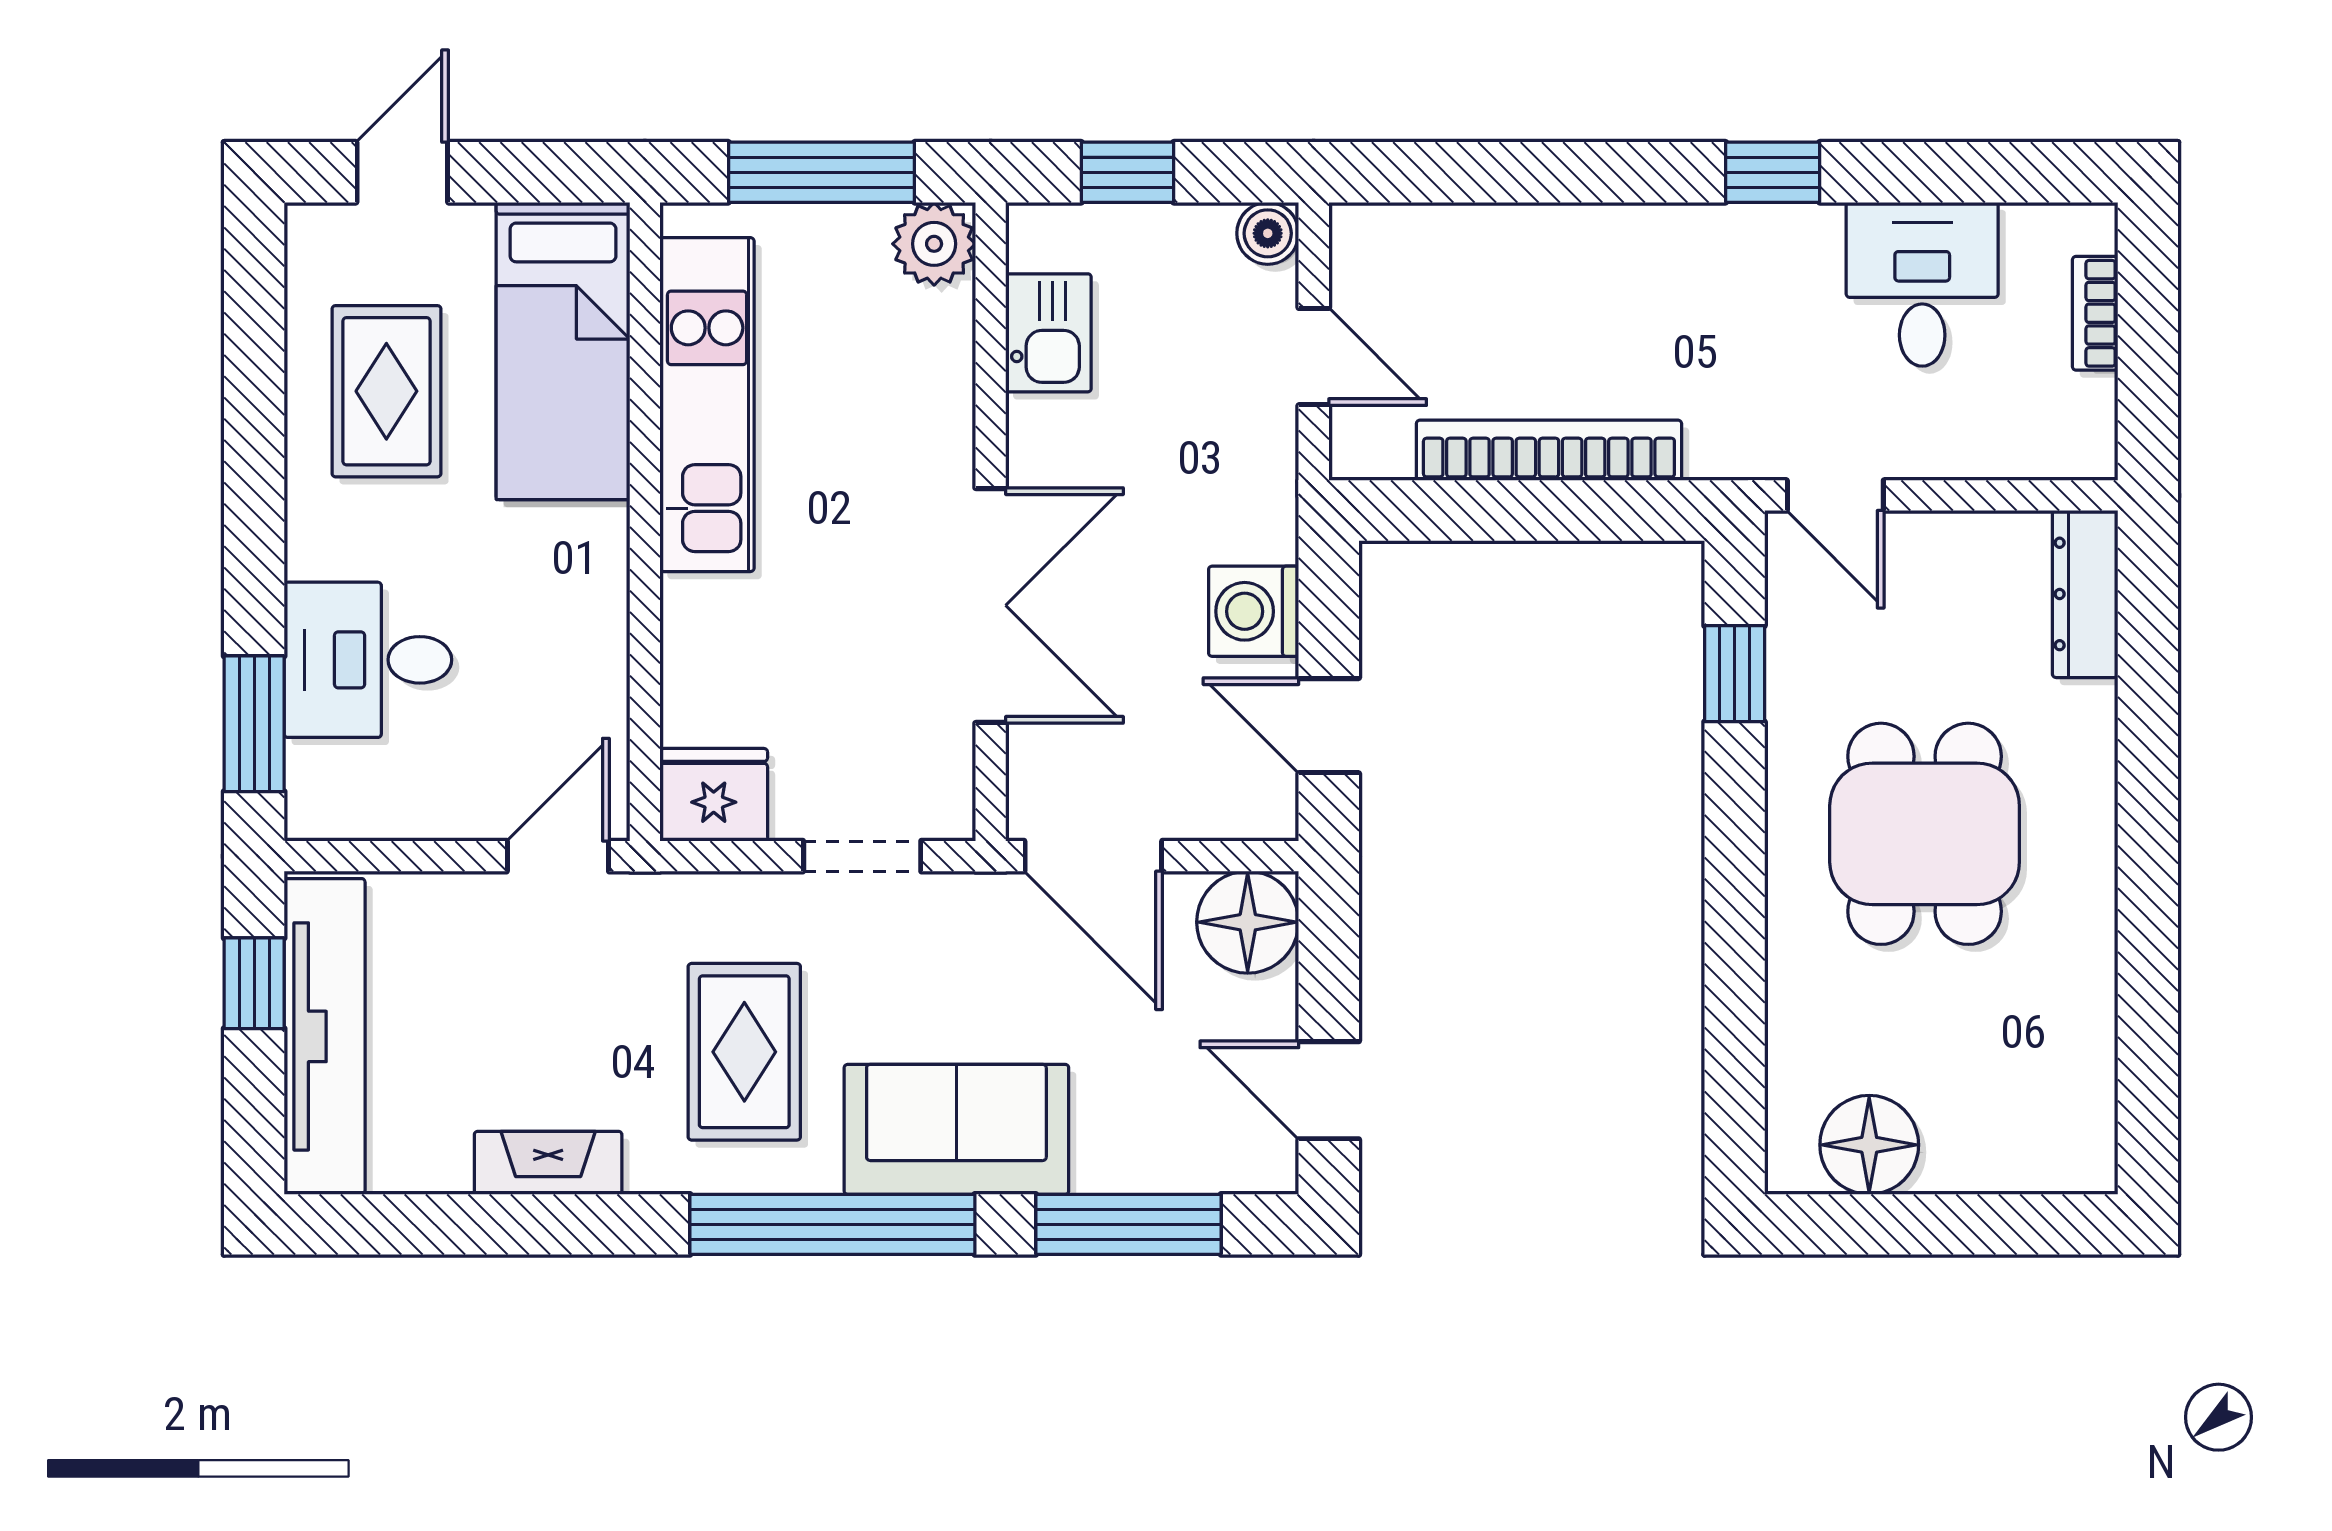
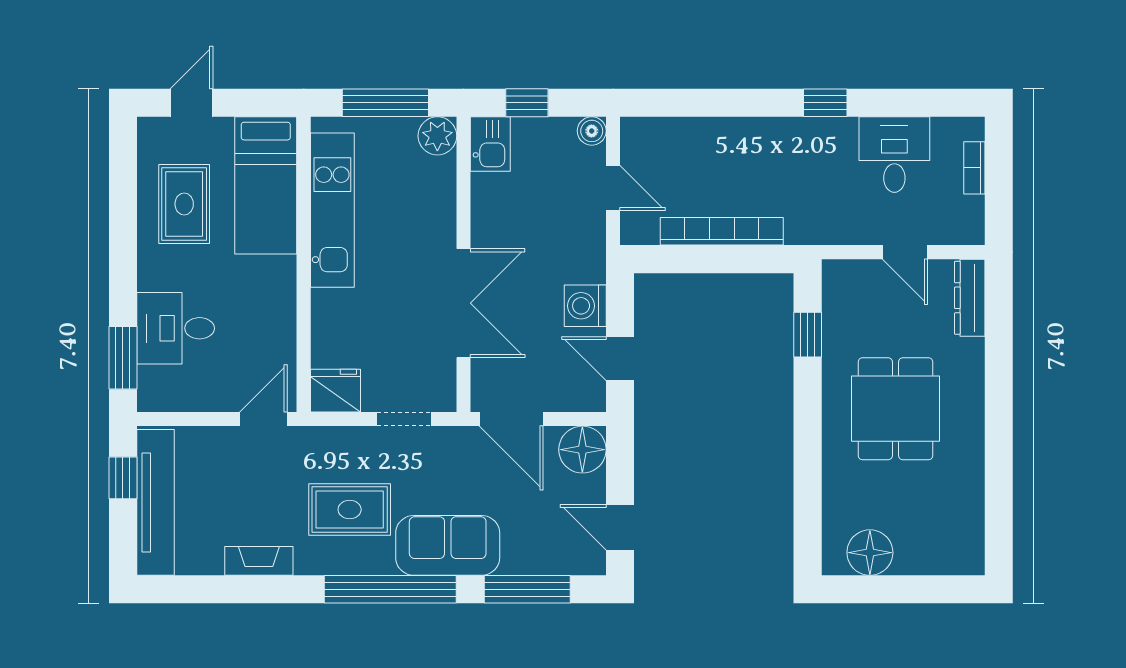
kitchen sink: (1048, 333) -> (490, 144), moved
door: (1835, 495) -> (905, 252), moved
rug: (744, 1052) -> (350, 510), turned 90

